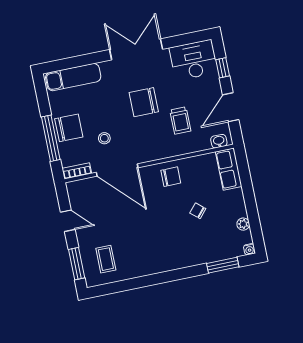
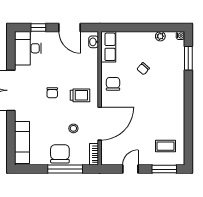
chair: (144, 102) -> (52, 93), width x0.54, depth x0.54
trolley: (180, 121) -> (80, 95), moved
row of seats: (229, 169) -> (108, 47), moved, turned -90

